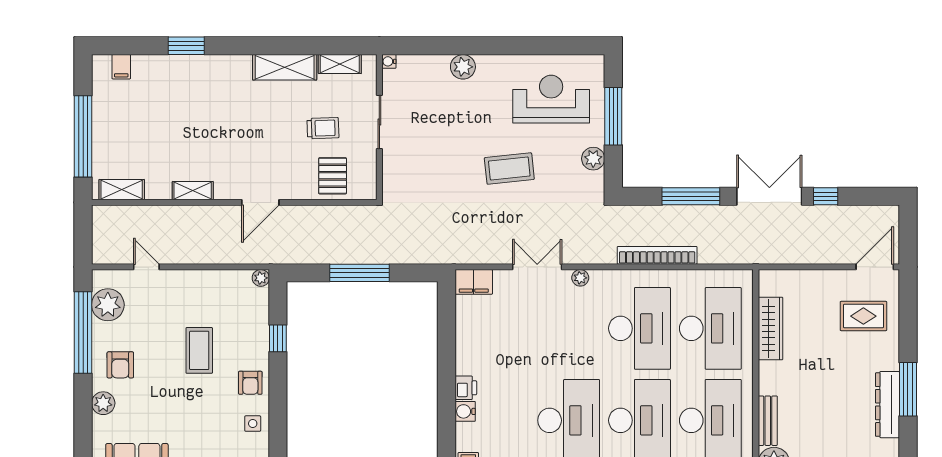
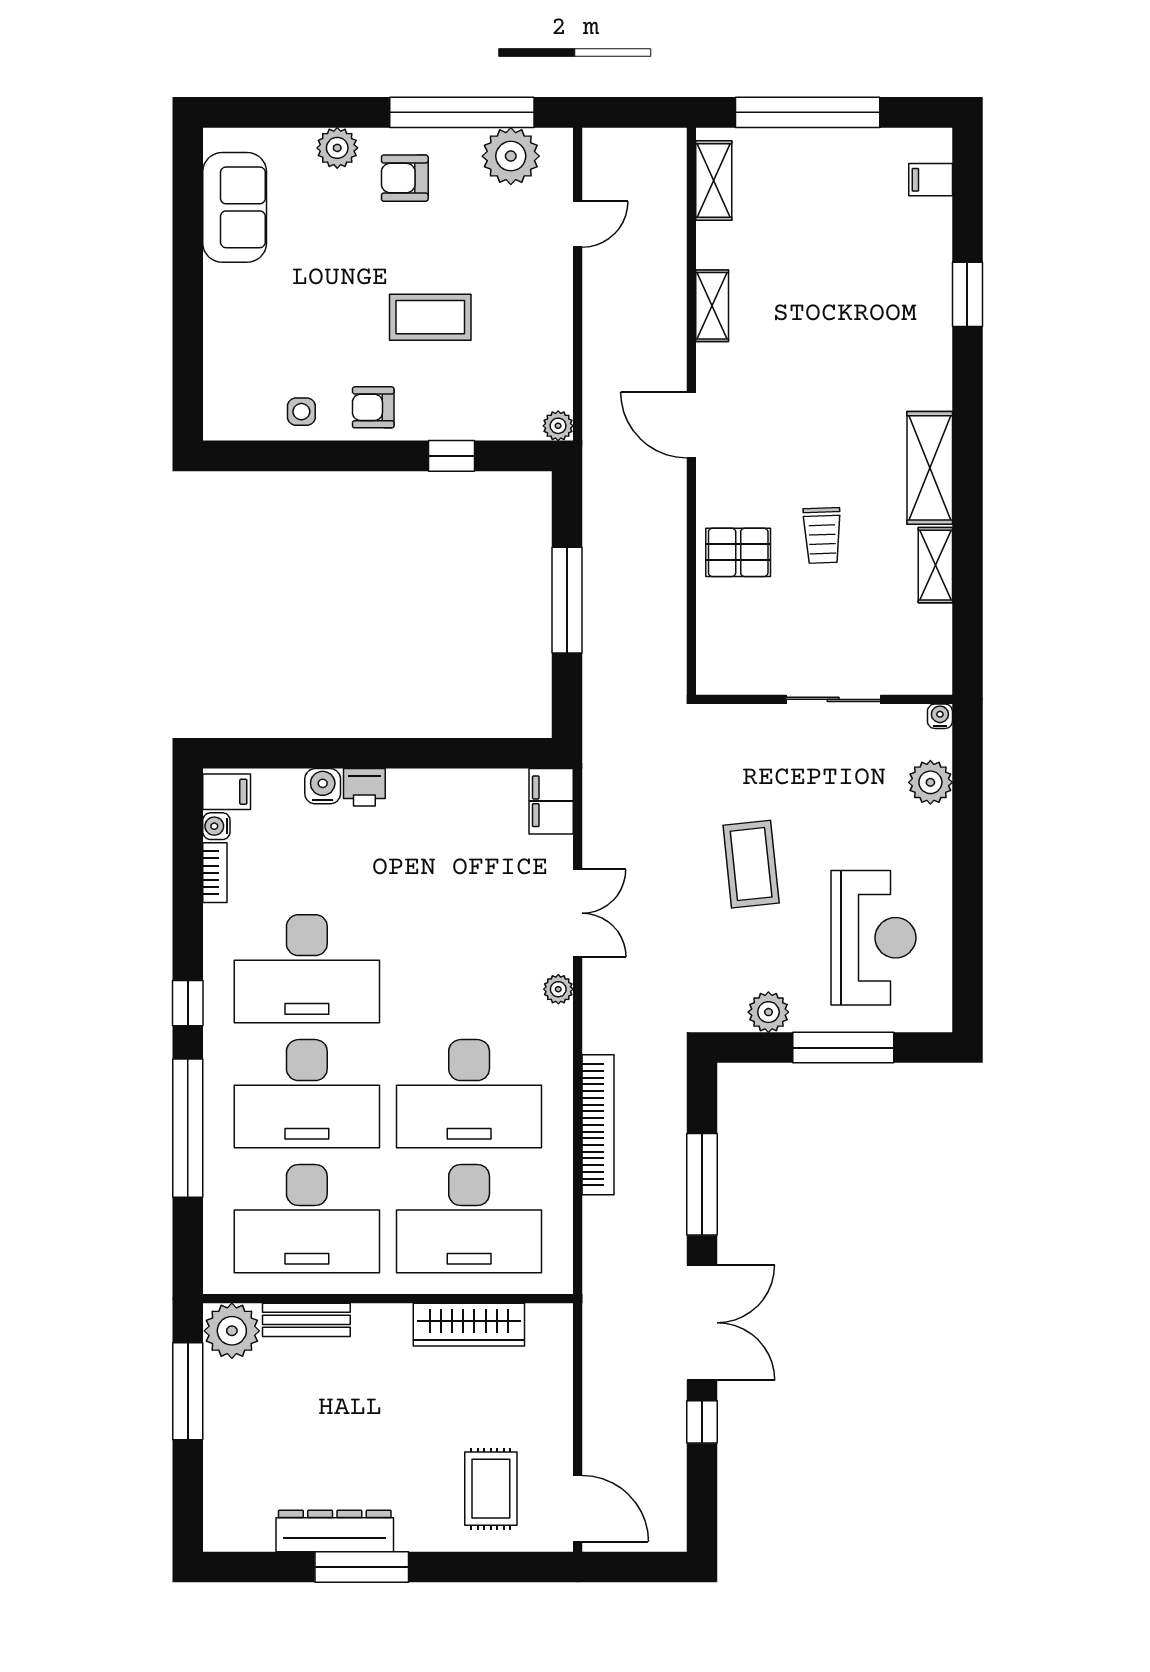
water cooler: (389, 61) -> (940, 716), moved
sliding door: (379, 122) -> (833, 699), moved
wall: (379, 127) -> (824, 699), moved

